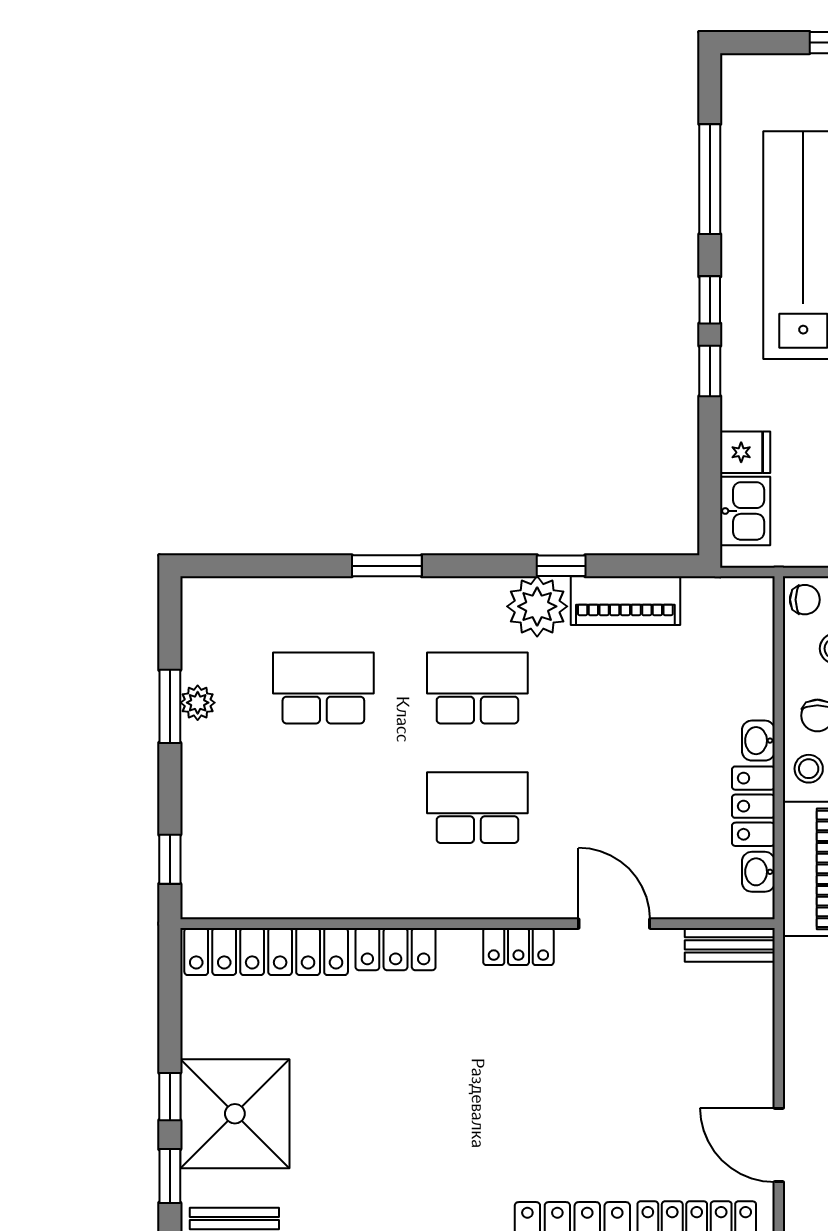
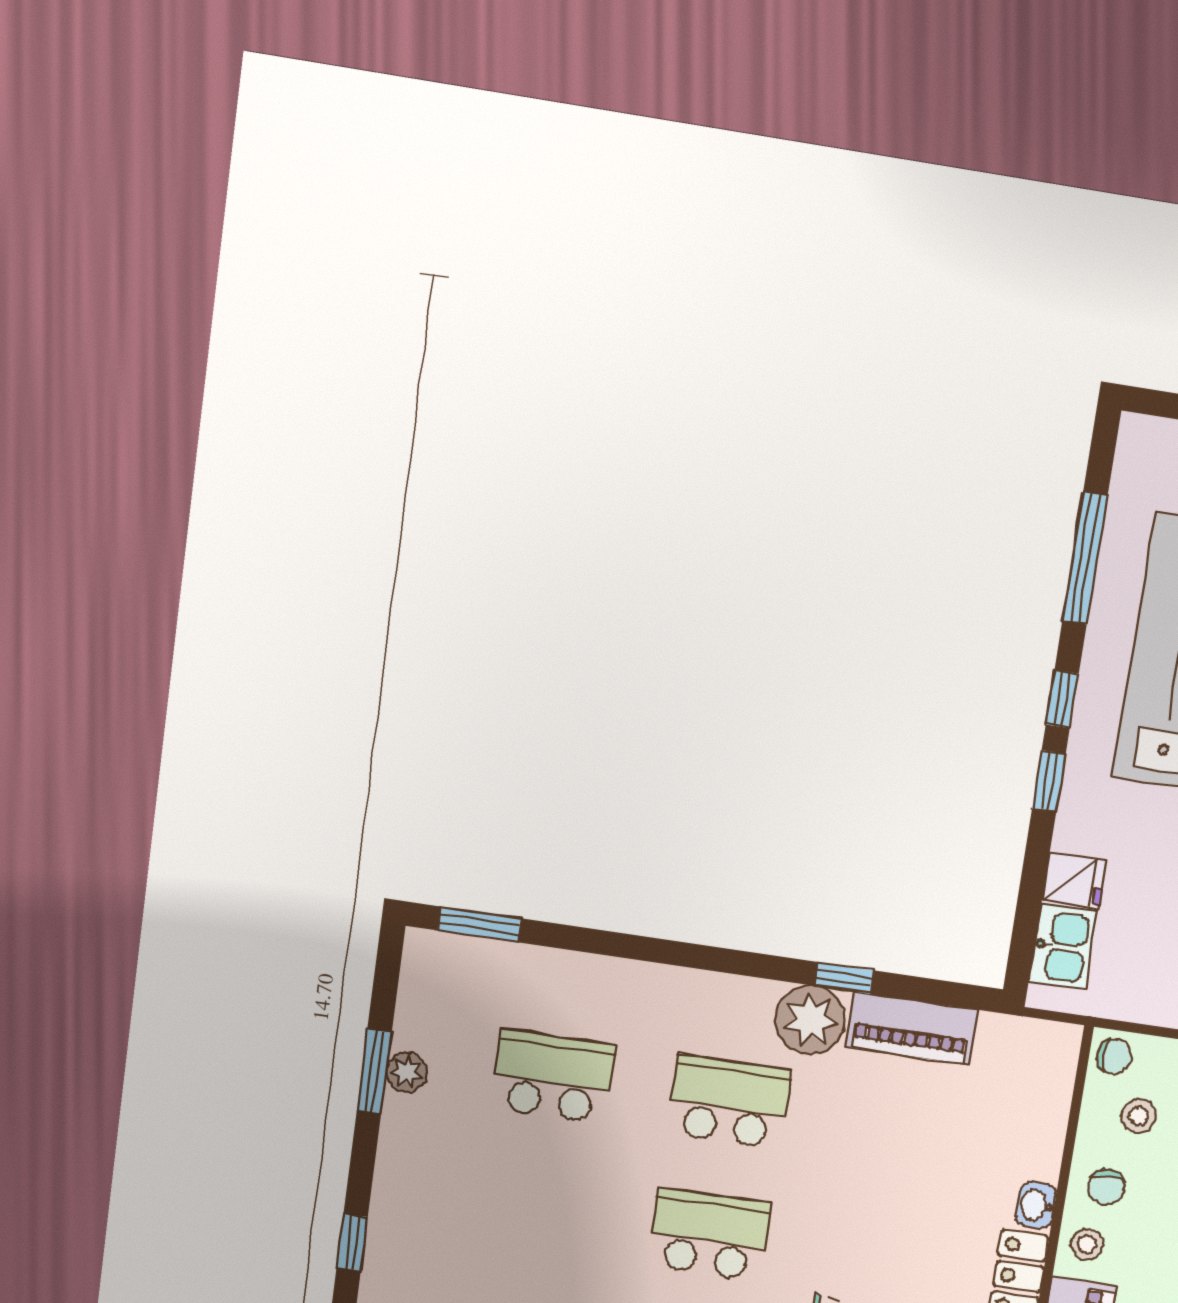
window: (387, 566) -> (480, 924), moved

